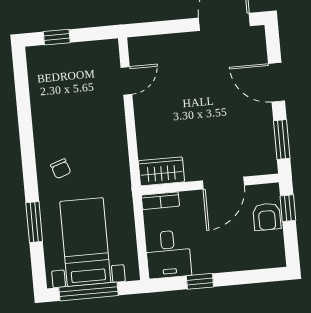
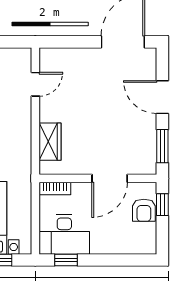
wardrobe: (161, 171) -> (50, 142), moved, turned 90
desk: (168, 254) -> (64, 235), width x1.37
window: (200, 281) -> (66, 260), moved

